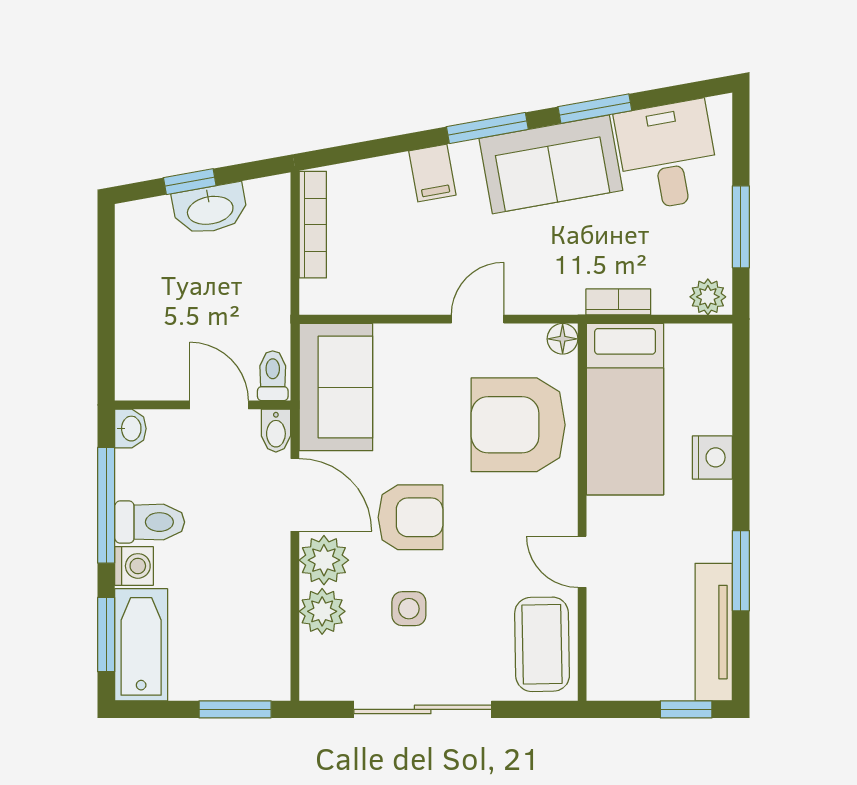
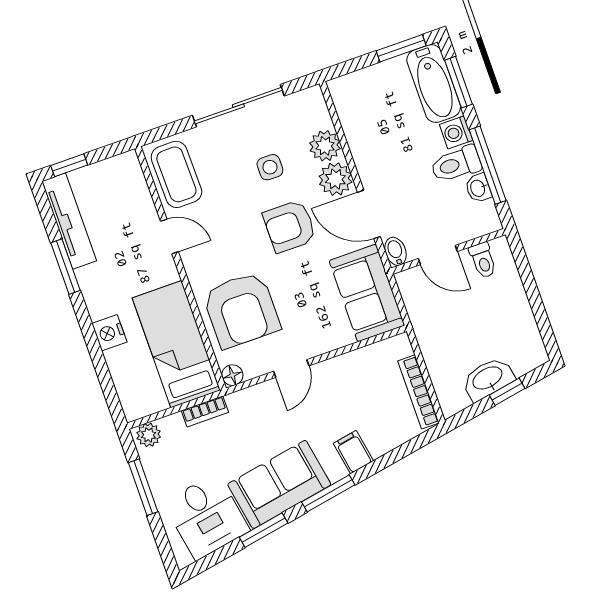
toilet: (273, 376) -> (483, 260), moved
armchair: (518, 425) -> (241, 310), turned 90
washbasin: (130, 429) -> (478, 188), moved
window: (235, 709) -> (401, 48), moved

